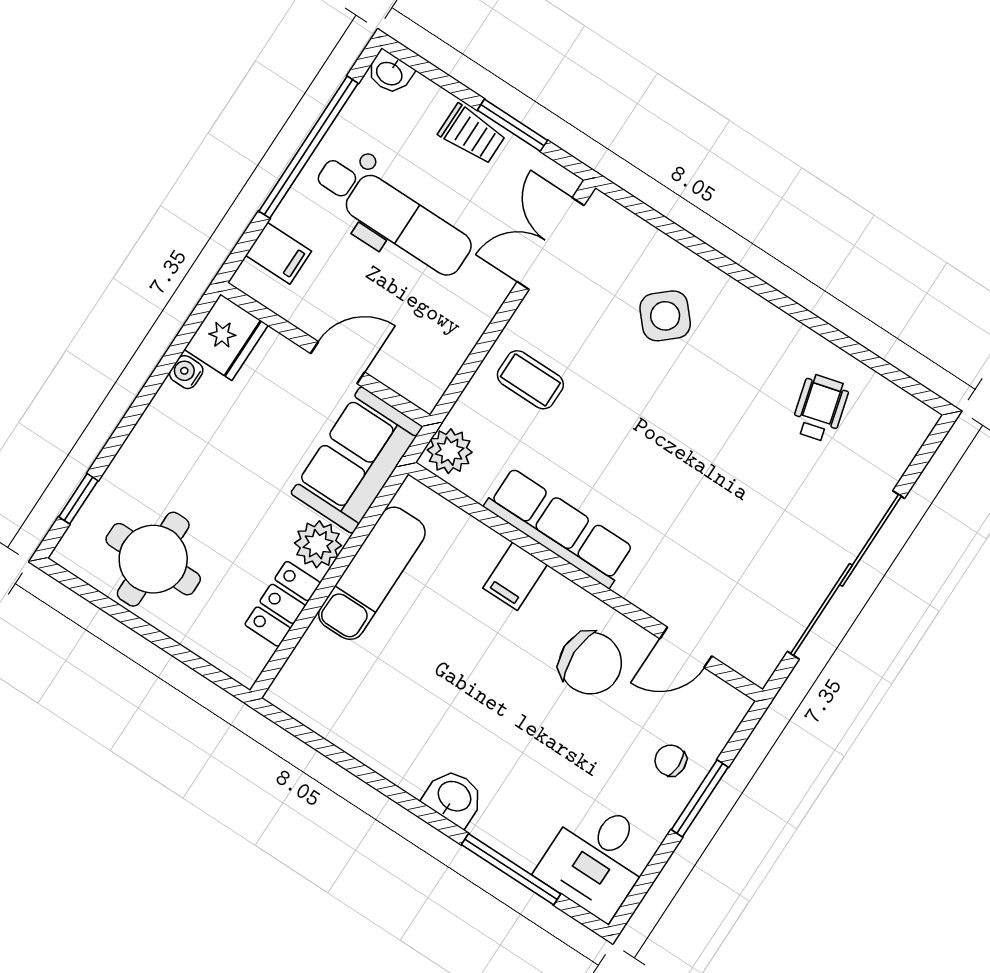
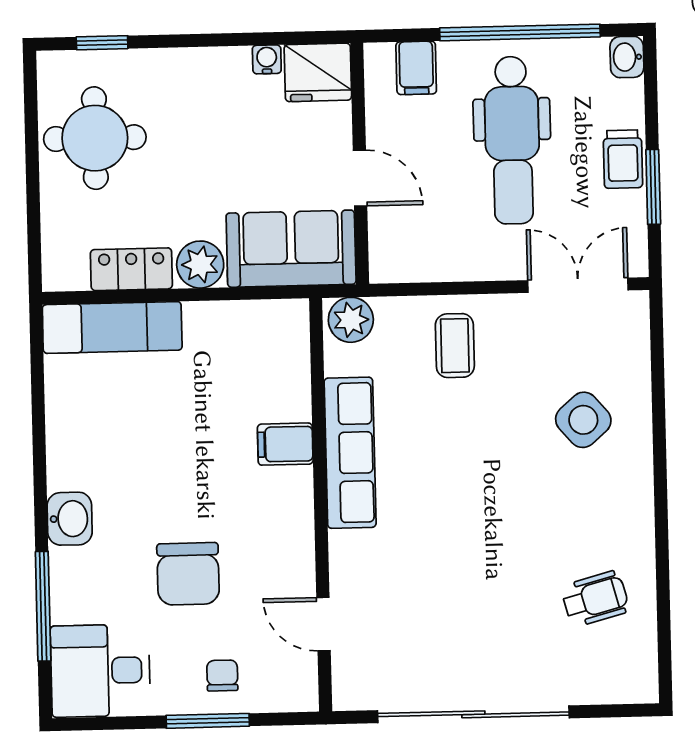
exam couch: (372, 573) -> (112, 327), moved
chair: (590, 663) -> (188, 574), moved

